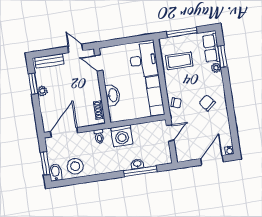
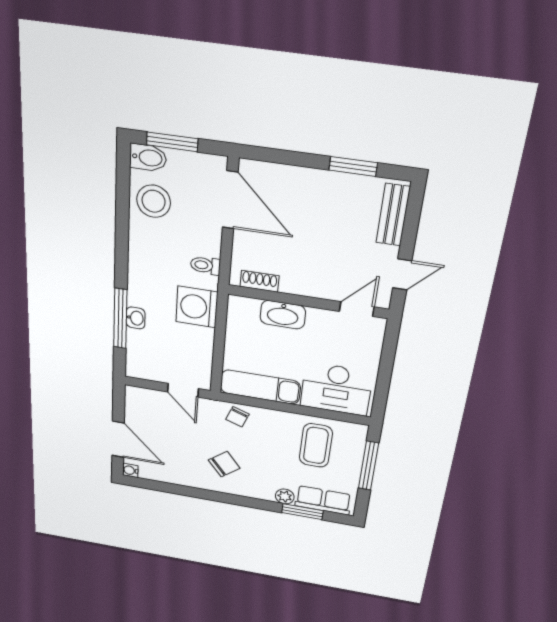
plant: (42, 91) -> (331, 181), removed

